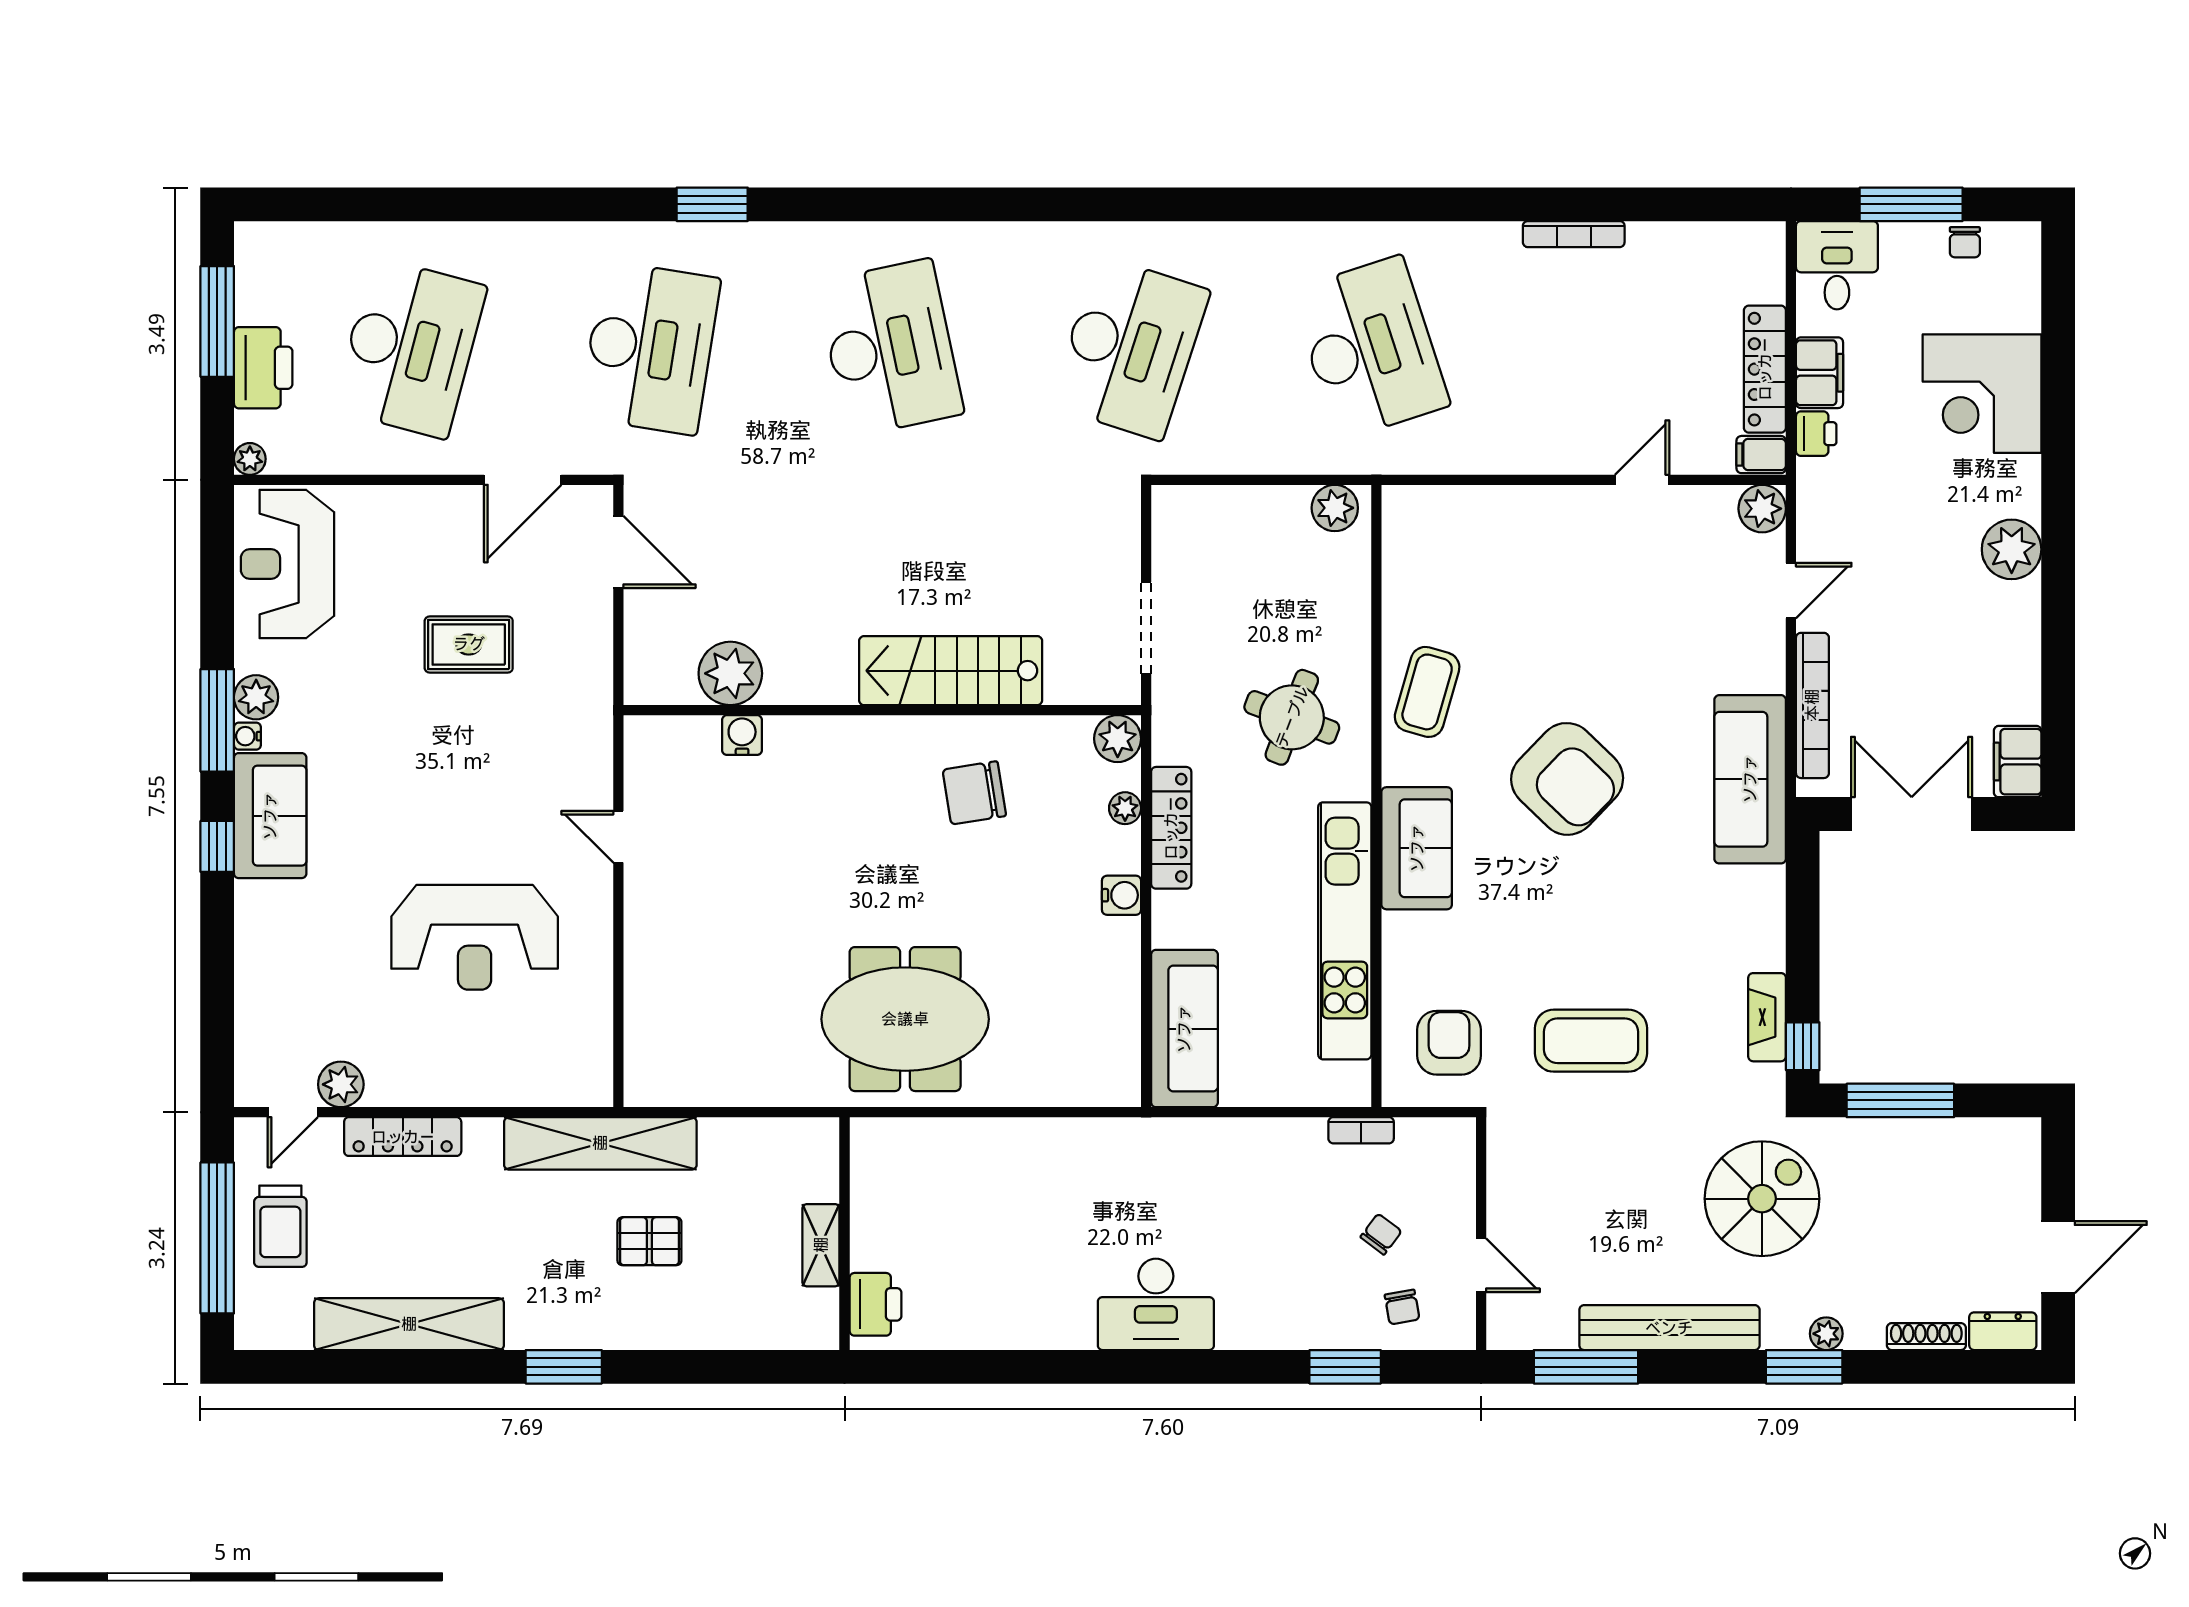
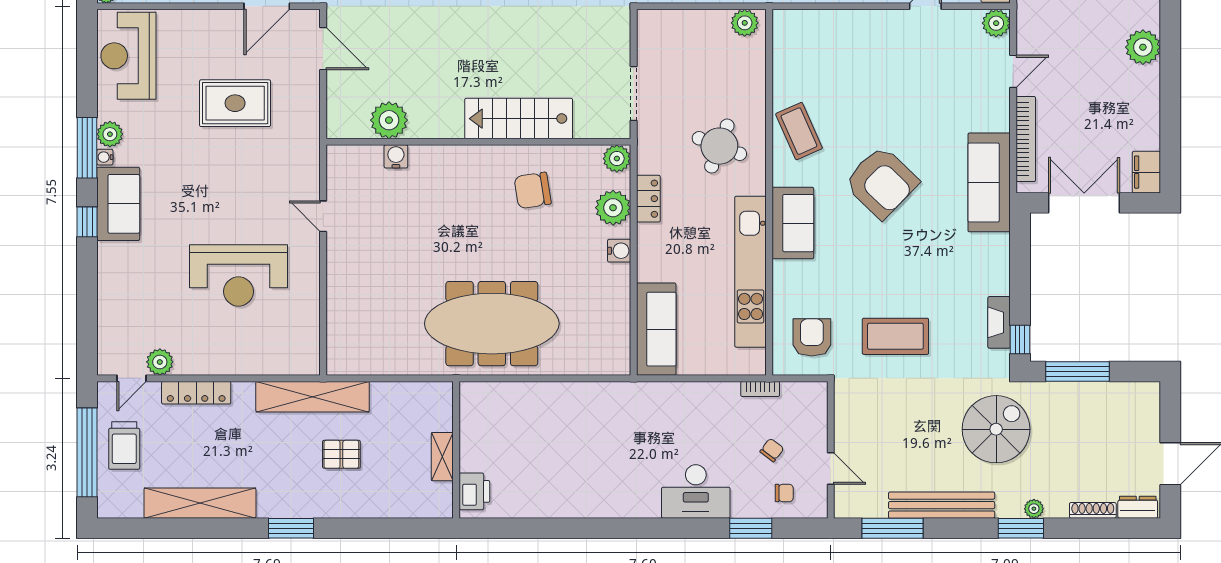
rug: (469, 644) -> (235, 103), width x1.36, depth x1.43
coffee table: (1427, 692) -> (799, 131), turned -40
plant: (1125, 808) -> (613, 208), width x1.88, depth x1.88
locker: (1171, 828) -> (648, 199), width x0.66
meeting table: (905, 1019) -> (492, 324), width x1.36
desk: (1156, 1304) -> (696, 491), moved
chair: (1402, 1307) -> (784, 493), turned -80

